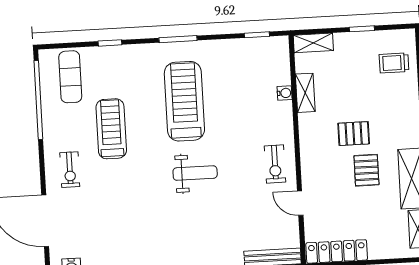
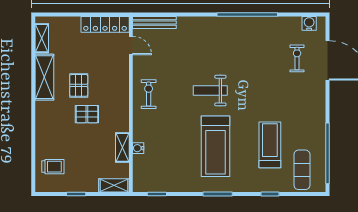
treadmill: (111, 129) -> (270, 145), moved, turned 180
exercise bike: (70, 170) -> (297, 58), moved
door: (300, 203) -> (131, 46), moved

